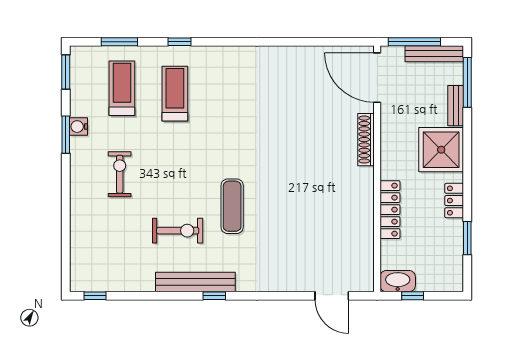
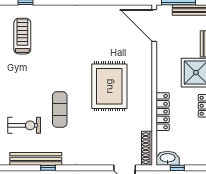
shoe rack: (366, 140) -> (147, 148), moved
rug: (308, 171) -> (109, 86), added

